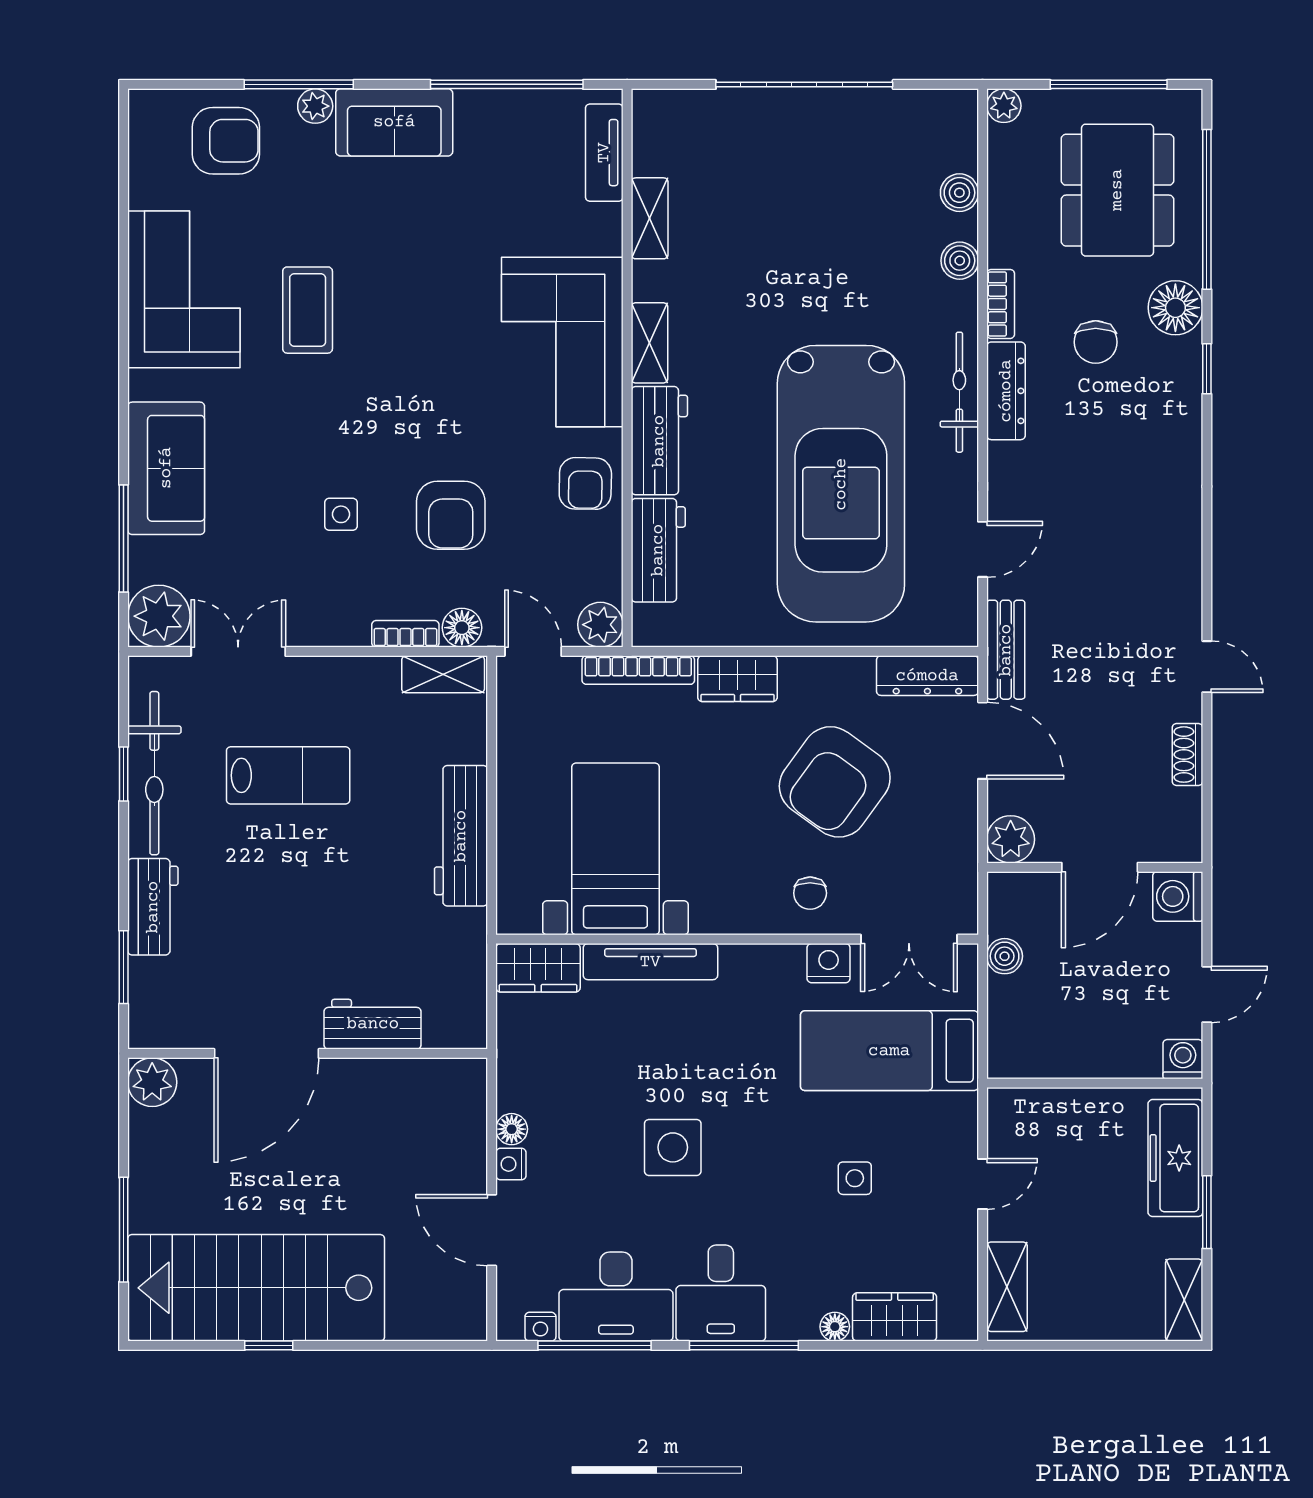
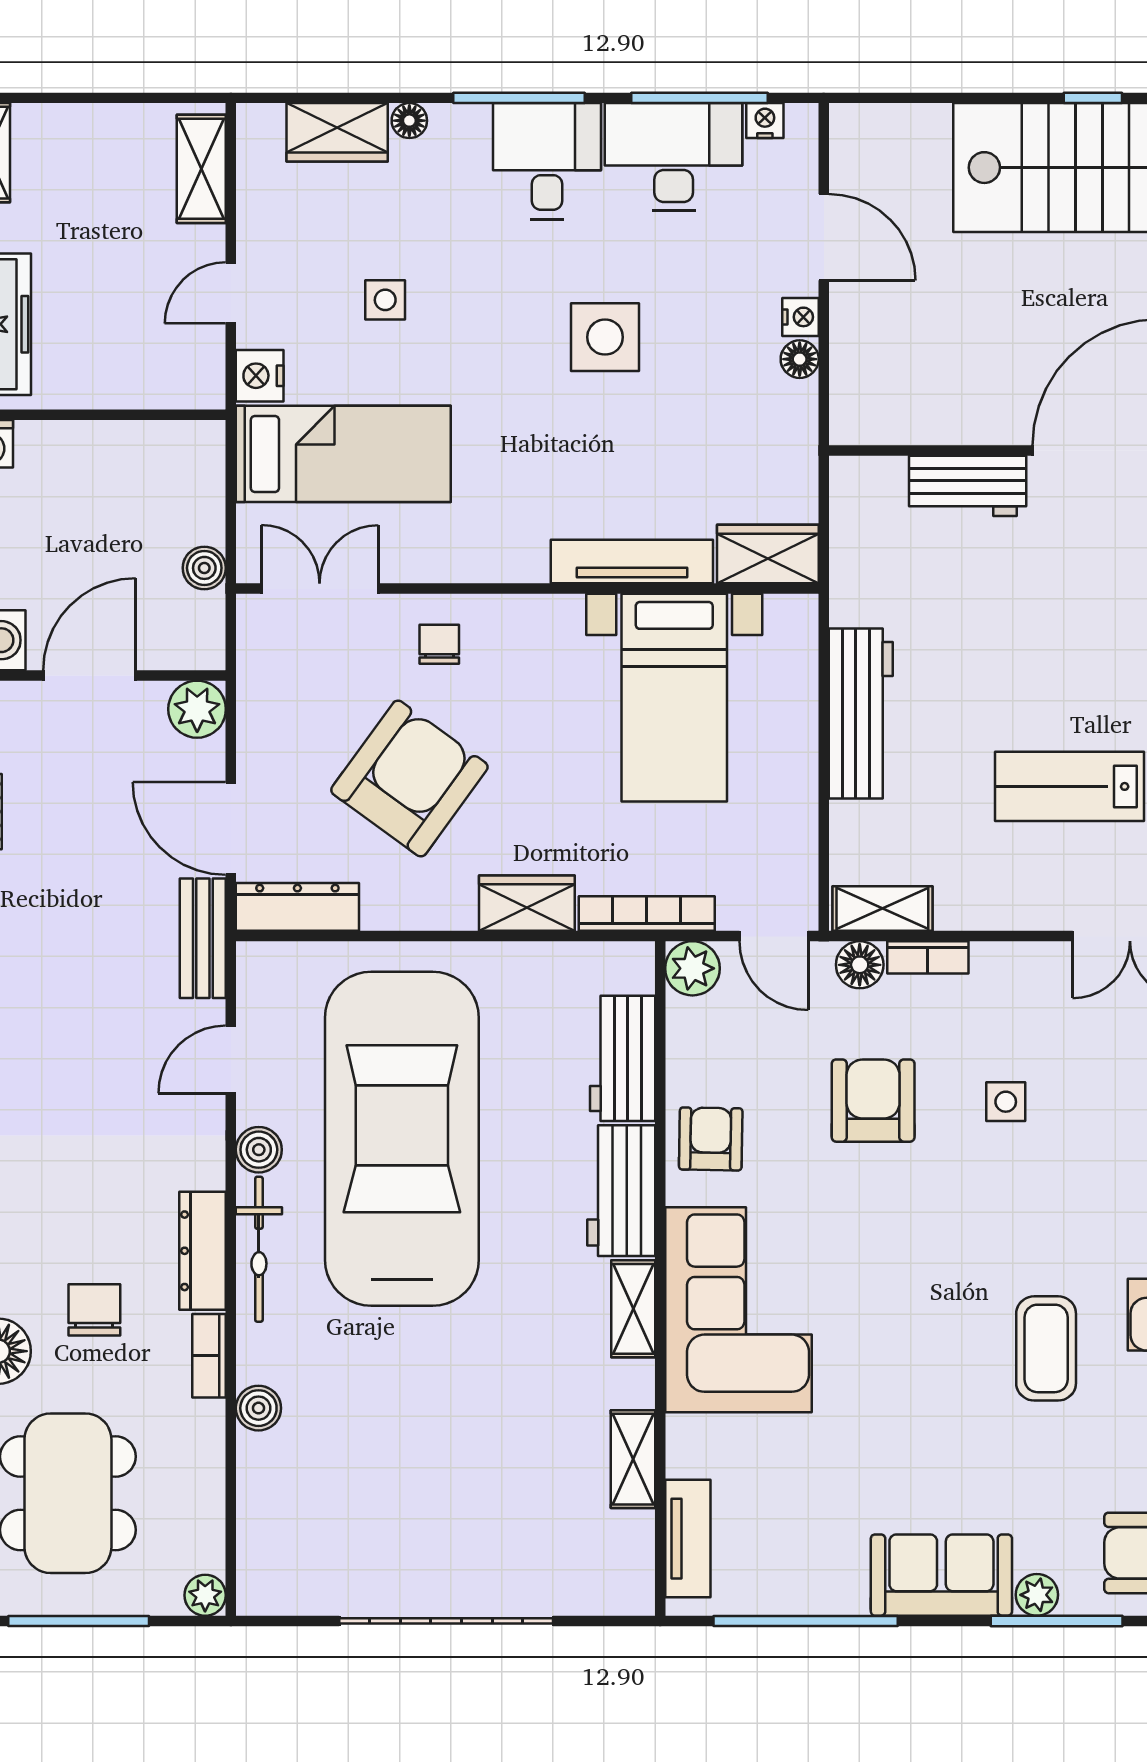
boiler: (959, 193) -> (259, 1150), moved
nightstand: (829, 963) -> (260, 376), moved, turned 90

